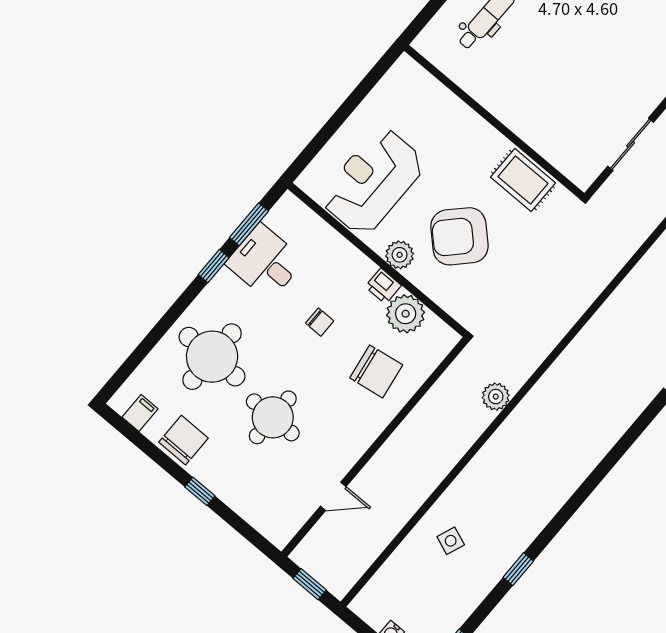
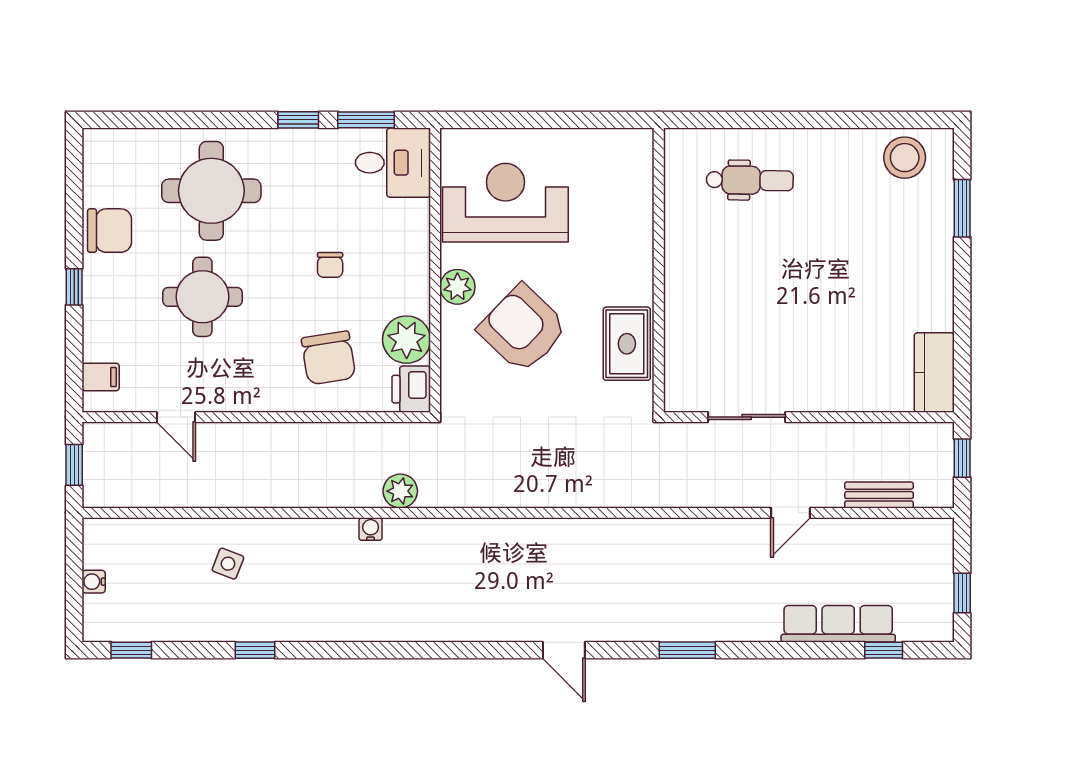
desk: (265, 262) -> (393, 163), moved, turned 90
printer: (383, 286) -> (411, 389), moved, width x1.36, depth x1.24
filing cabinet: (140, 413) -> (101, 377), moved
water cooler: (504, 435) -> (371, 529), added

